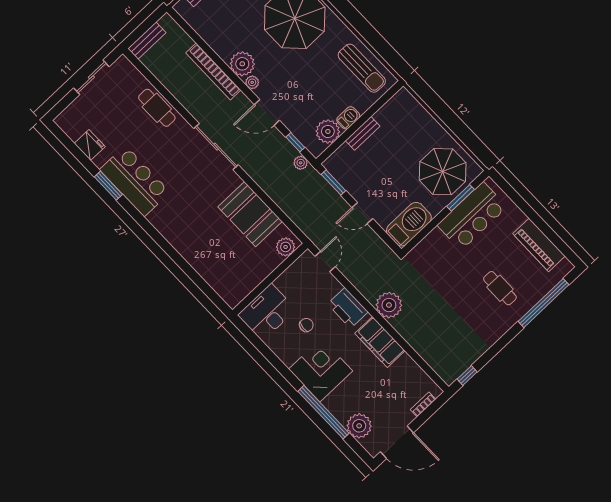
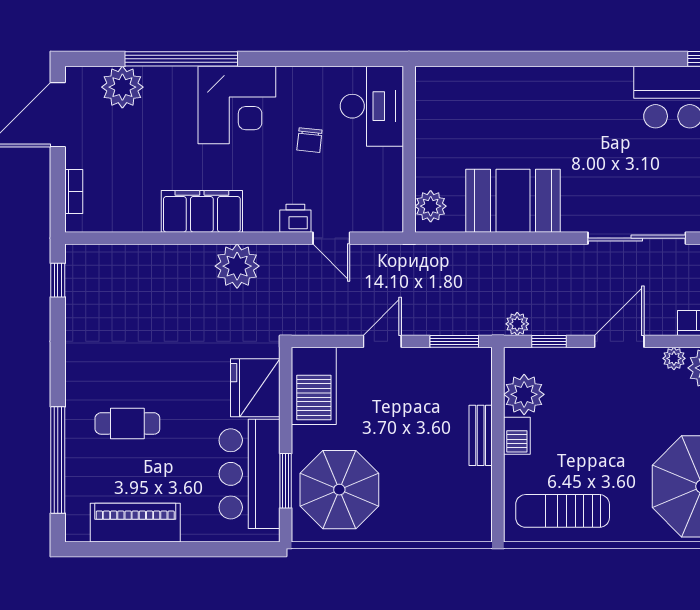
fridge: (433, 248) -> (255, 388), added
door: (325, 261) -> (331, 238), moved
printer: (348, 308) -> (295, 218), width x0.53, depth x0.68

